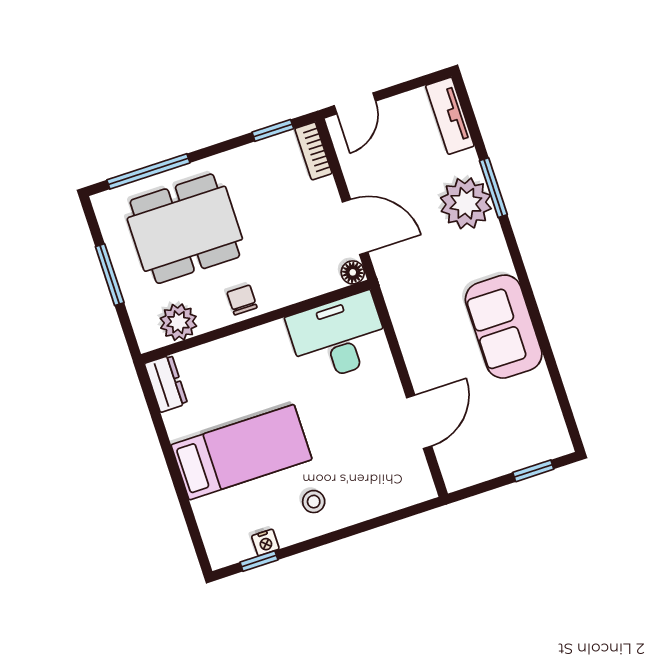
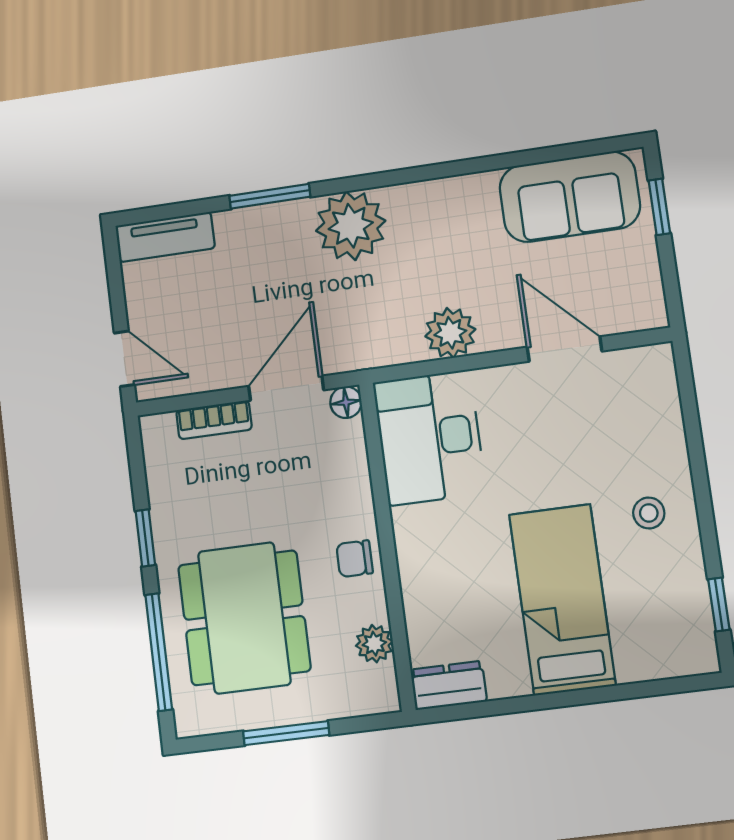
window: (273, 130) -> (145, 538), moved
bookcase: (313, 151) -> (214, 420), moved
plant: (466, 203) -> (351, 226), moved
plant: (178, 322) -> (374, 644), width x0.73, depth x0.73
sofa: (504, 327) -> (570, 197), moved
plant: (416, 338) -> (450, 333), added
nightstand: (265, 542) -> (694, 591), removed

